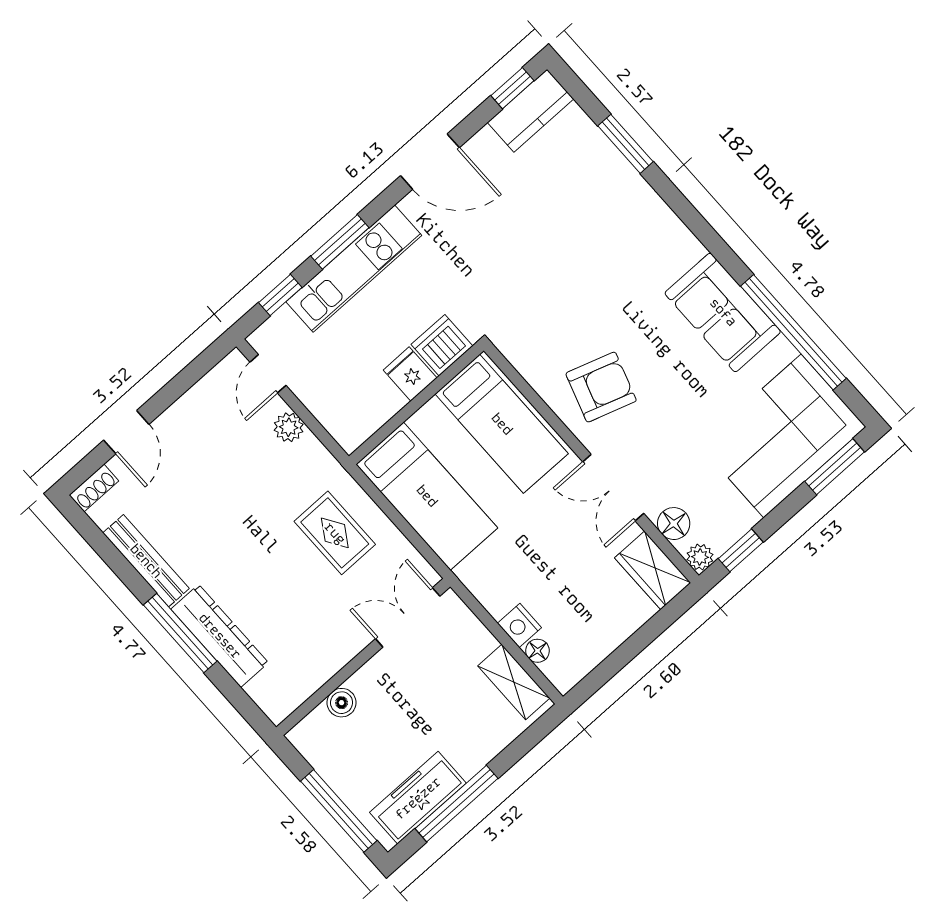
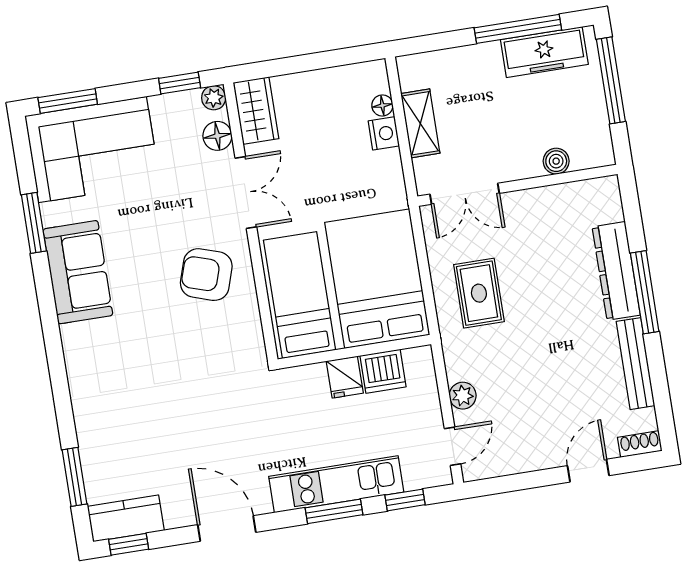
window: (626, 144) -> (75, 477), moved
window: (793, 332) -> (34, 223), width x0.47
dishwasher: (442, 345) -> (383, 371), moved
bed: (427, 496) -> (377, 279), width x1.50
shelving: (514, 682) -> (420, 123), moved

